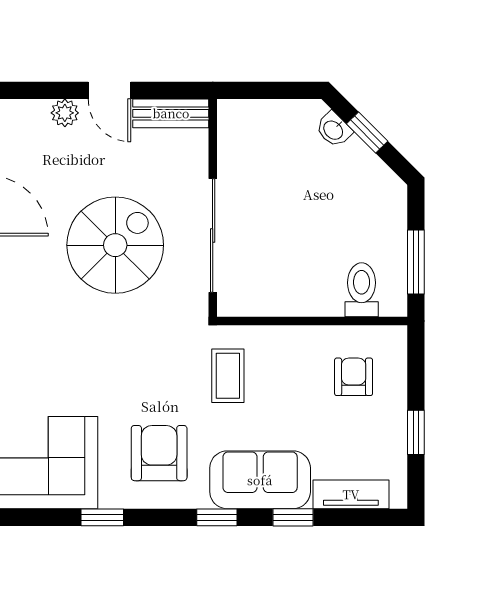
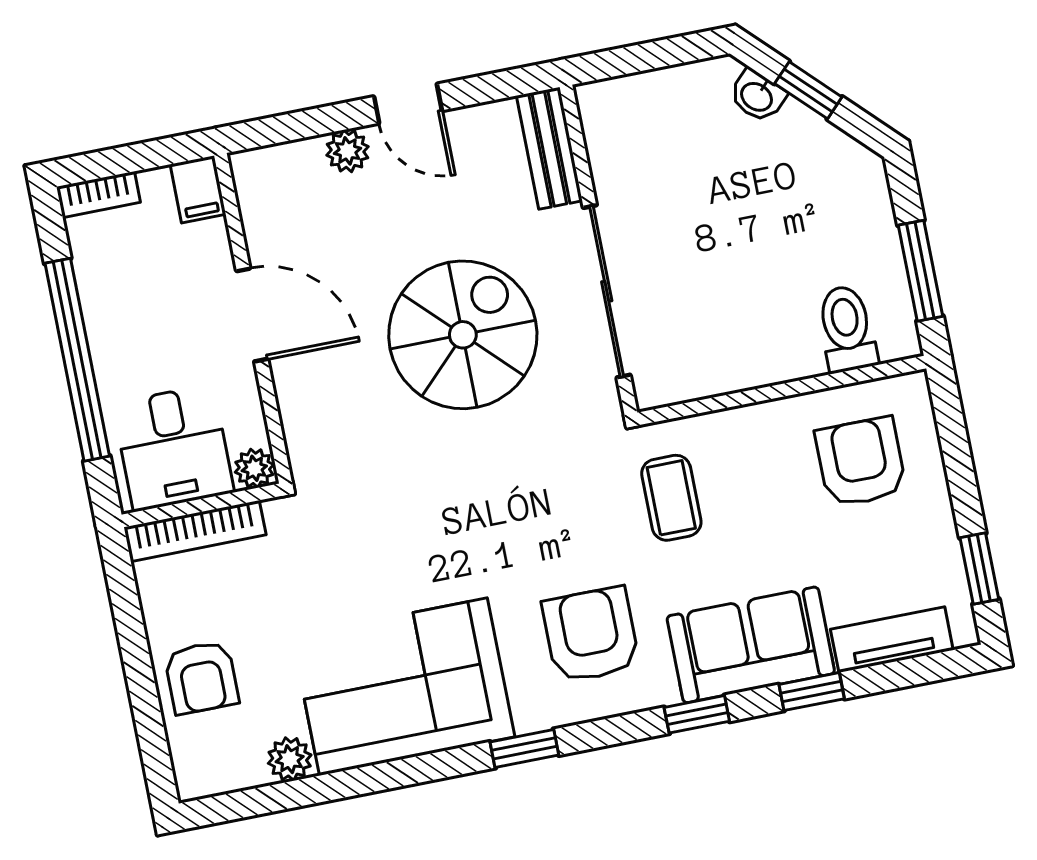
bench: (171, 113) -> (549, 148), moved, turned 90
armchair: (354, 377) -> (861, 462), width x1.38, depth x1.38
window: (416, 432) -> (979, 569), moved

